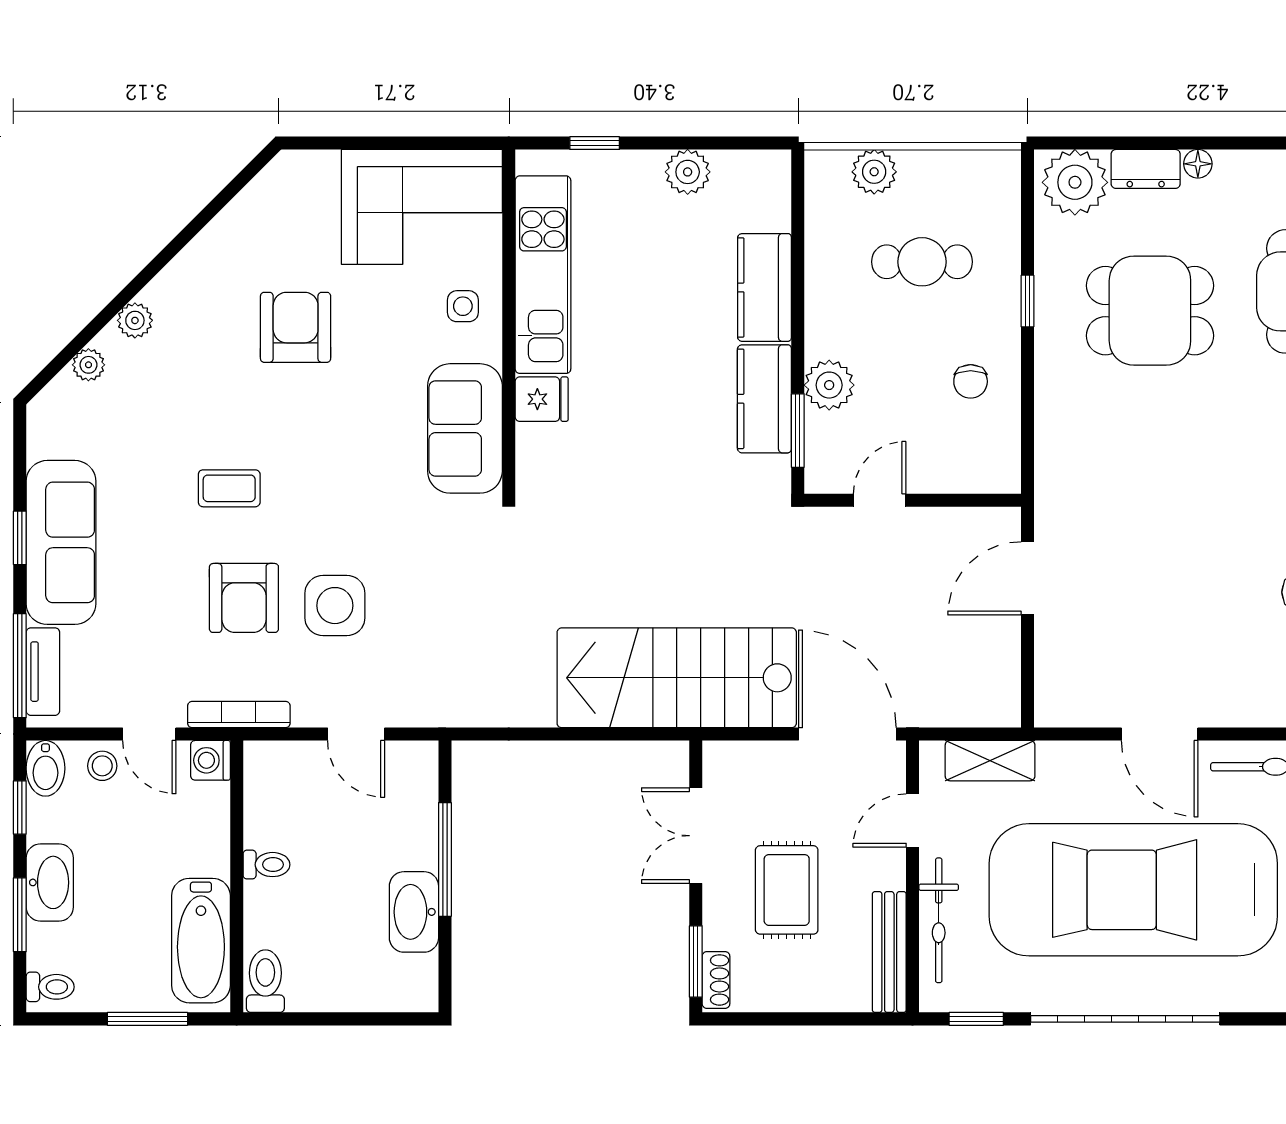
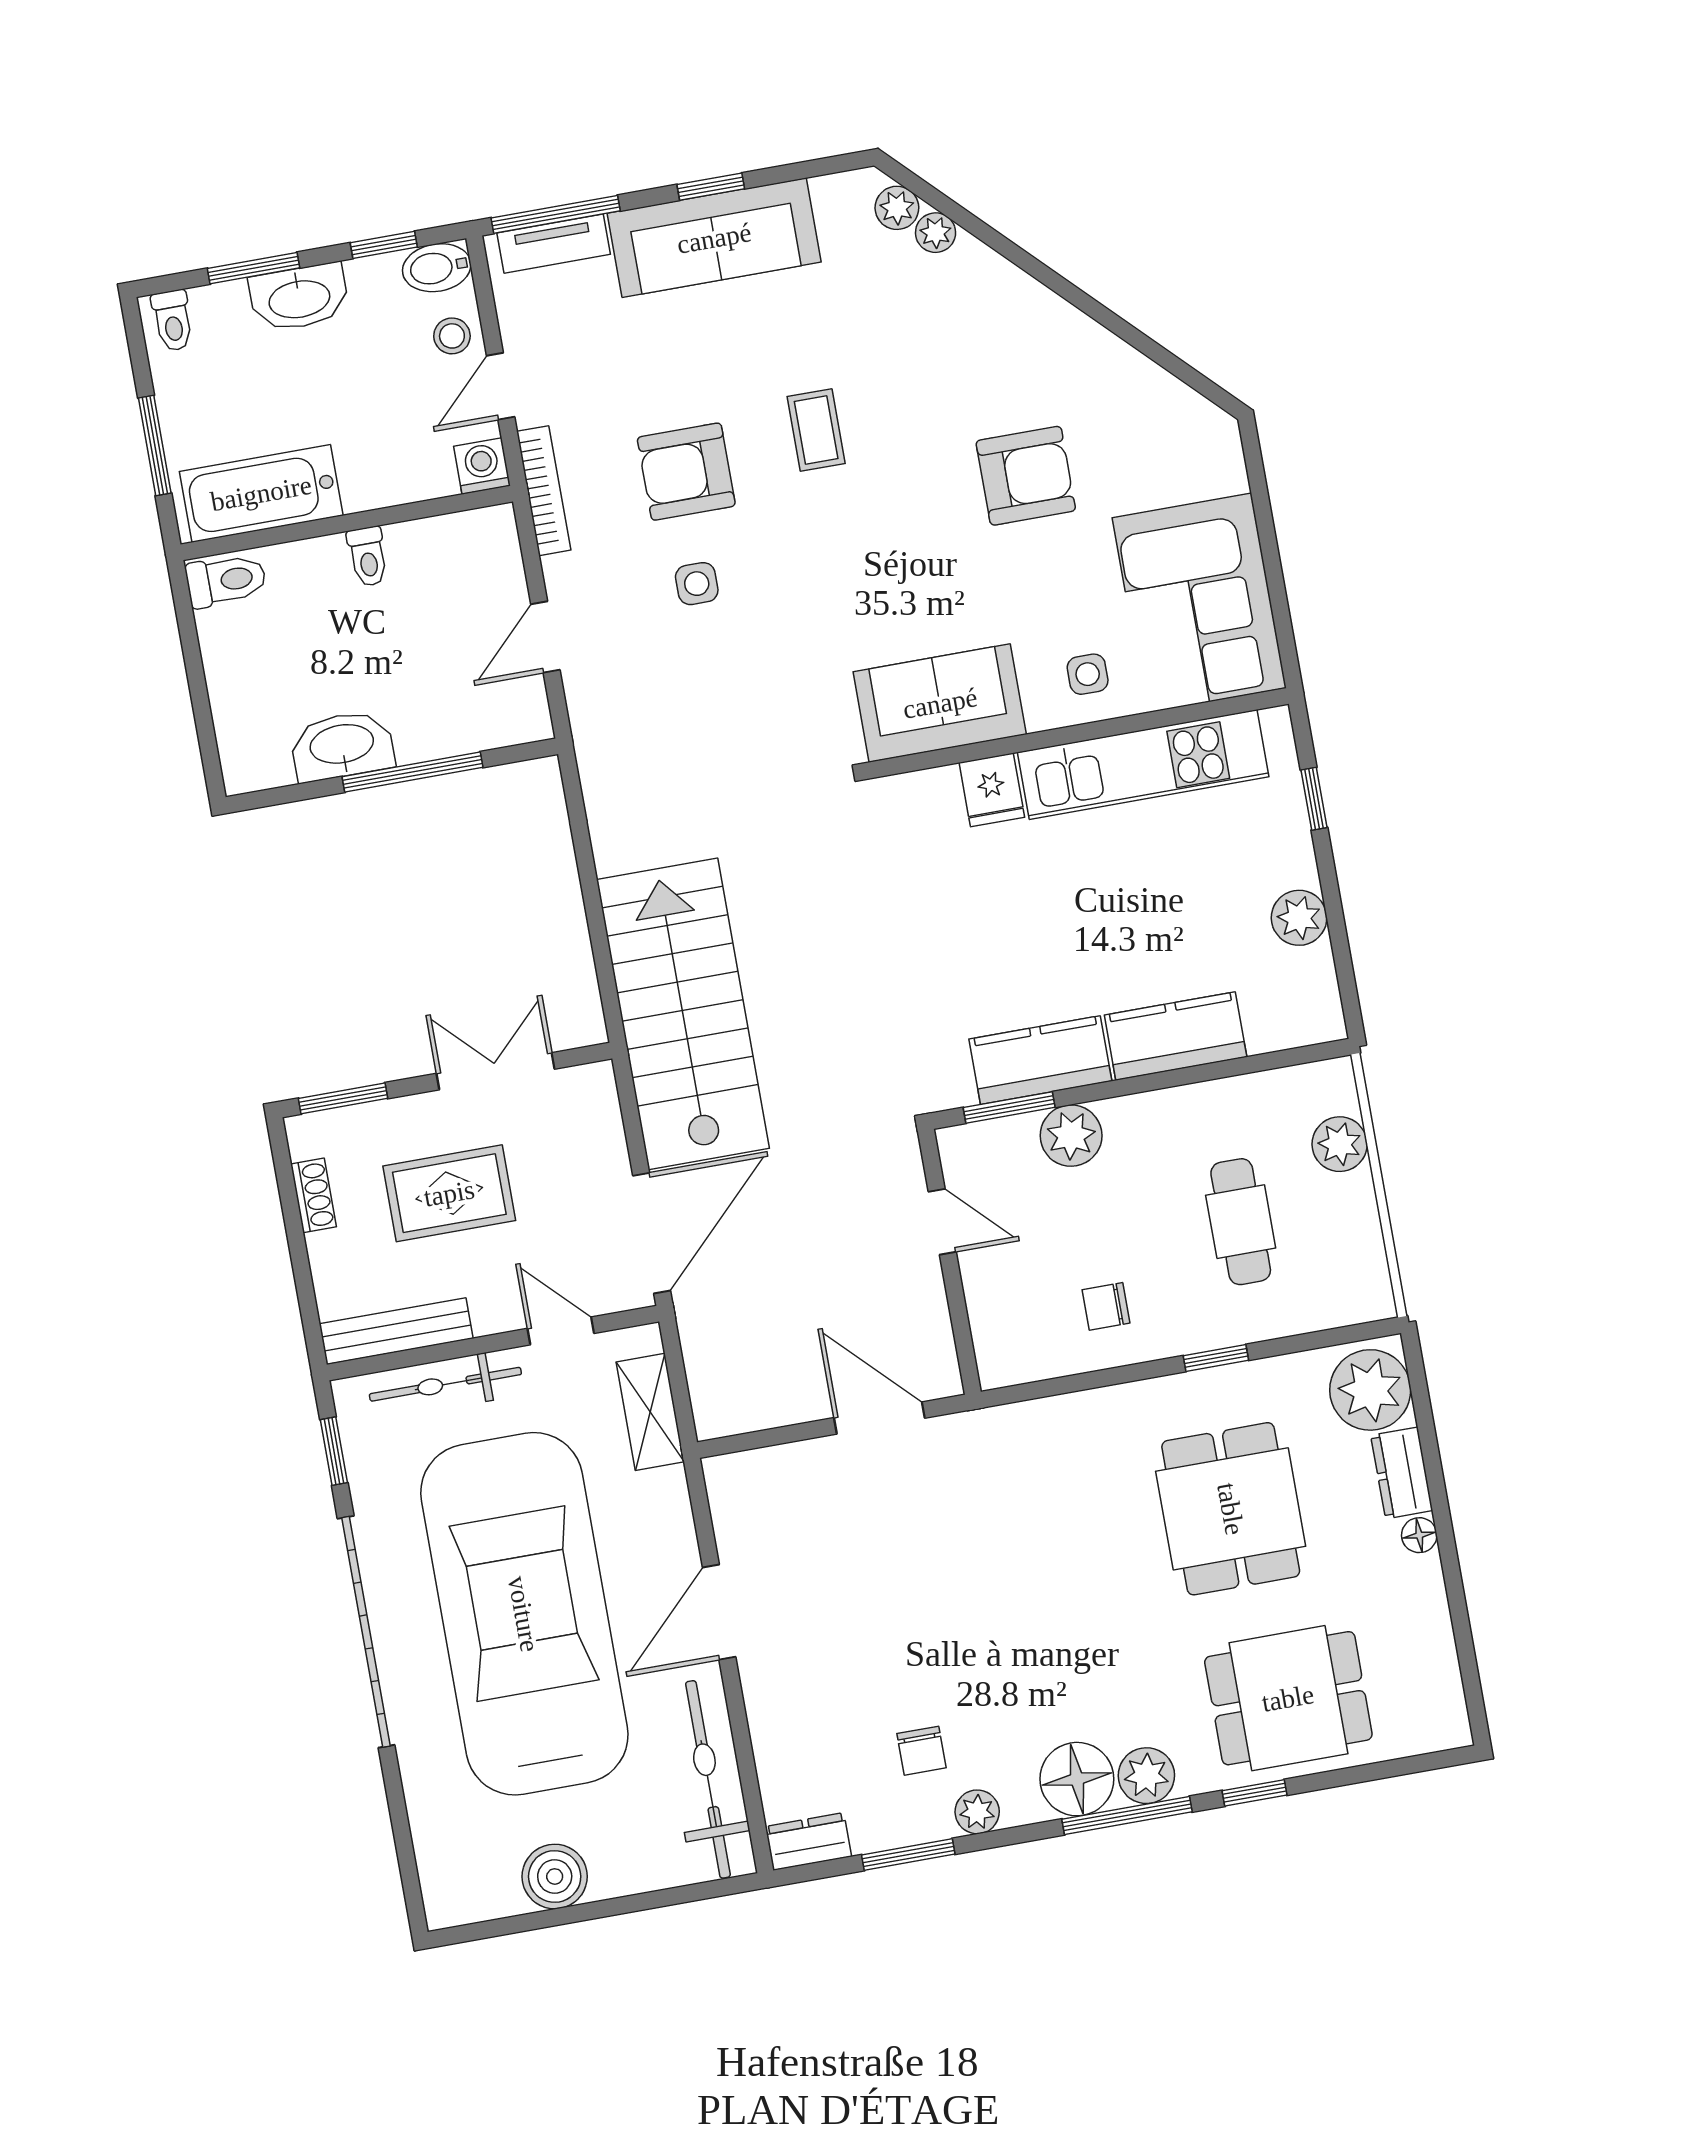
plant: (135, 320) -> (897, 208), moved
side table: (335, 606) -> (697, 584), width x0.54, depth x0.54
shoe rack: (716, 980) -> (314, 1195), moved, turned -90

